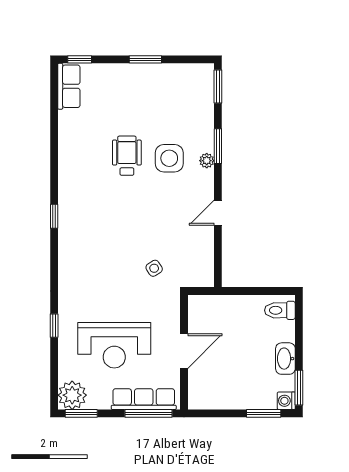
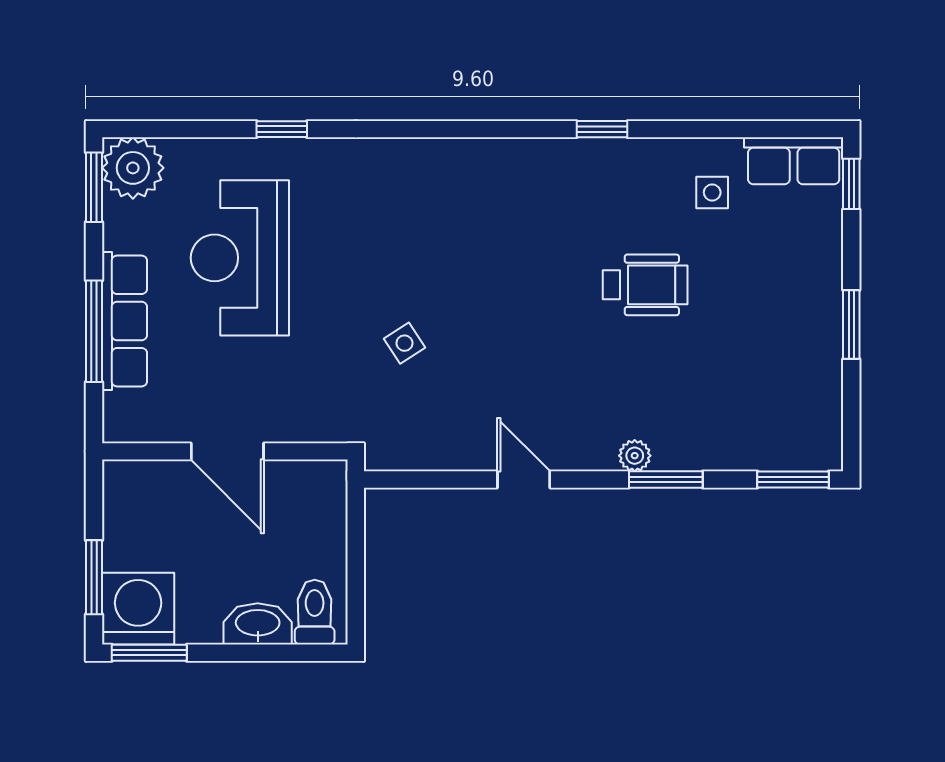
side table: (169, 158) -> (712, 192), moved, width x0.54, depth x0.54
window: (54, 216) -> (602, 129), moved
door: (184, 351) -> (227, 451), moved
wall: (184, 352) -> (225, 451), moved
washbasin: (285, 359) -> (258, 624), moved
washing machine: (286, 401) -> (138, 609), width x1.89, depth x1.89

